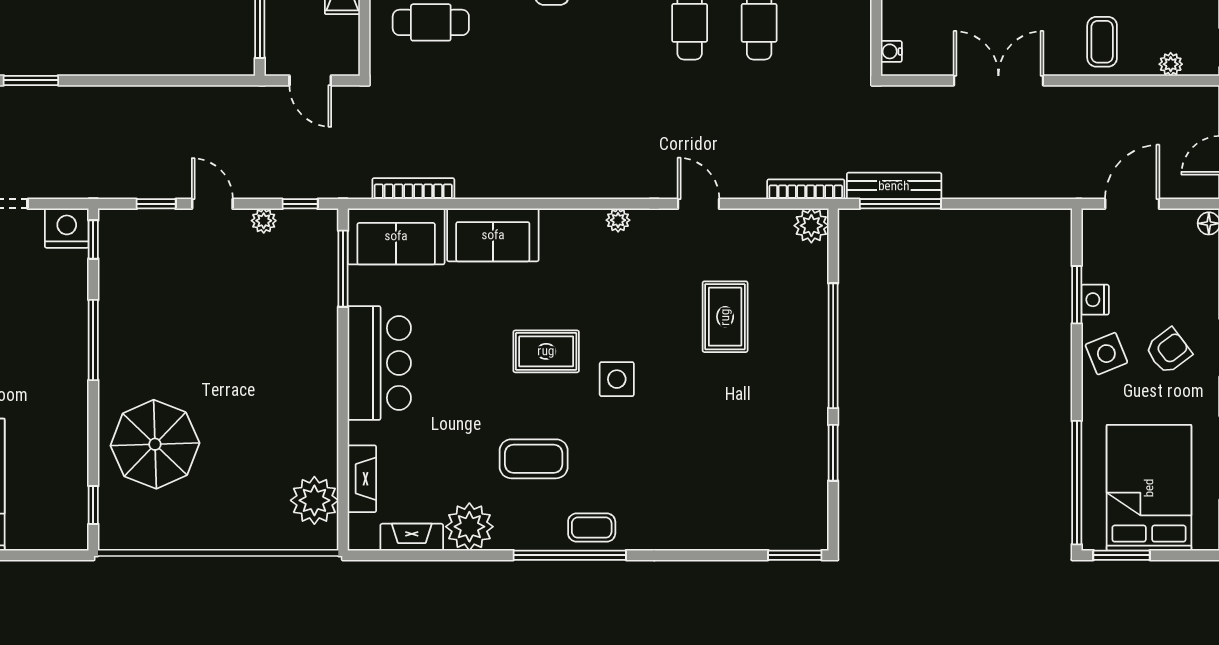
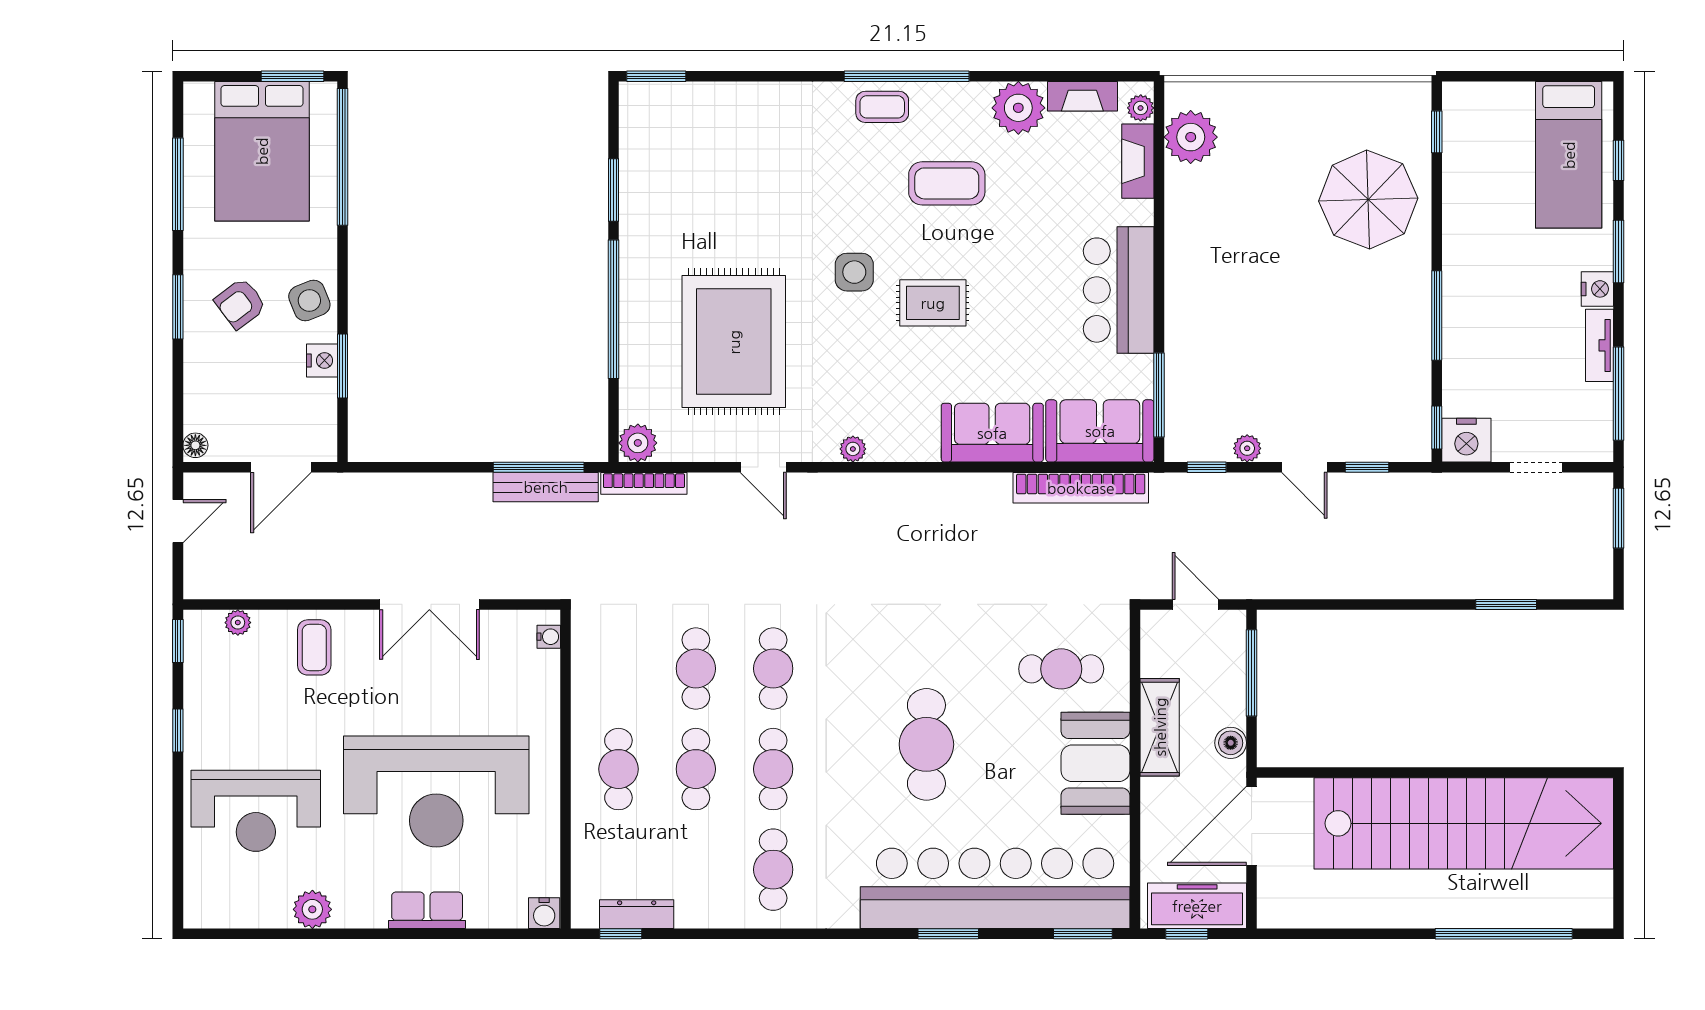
bookcase: (413, 189) -> (1081, 488), width x1.48, depth x1.31
rug: (725, 317) -> (734, 342), width x1.86, depth x2.06
plant: (360, 527) -> (1141, 108), added

